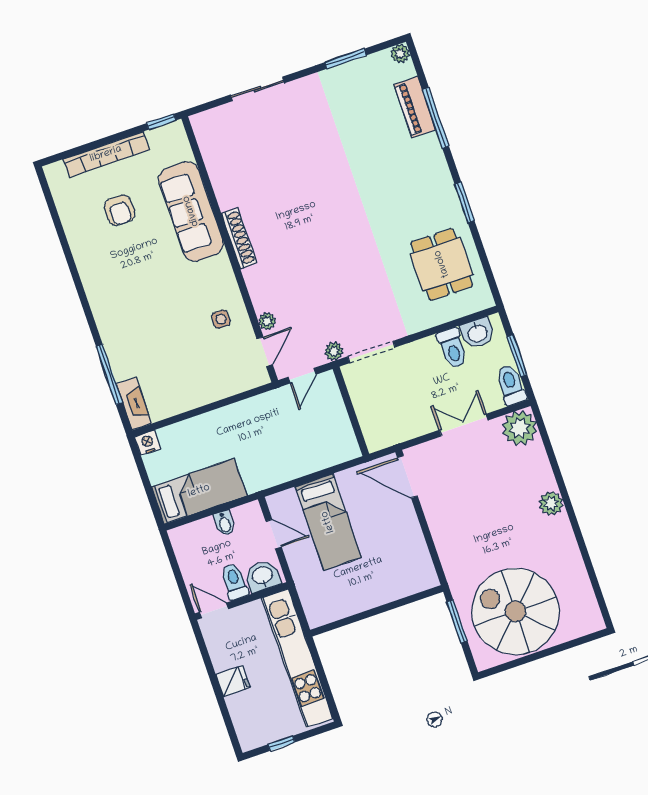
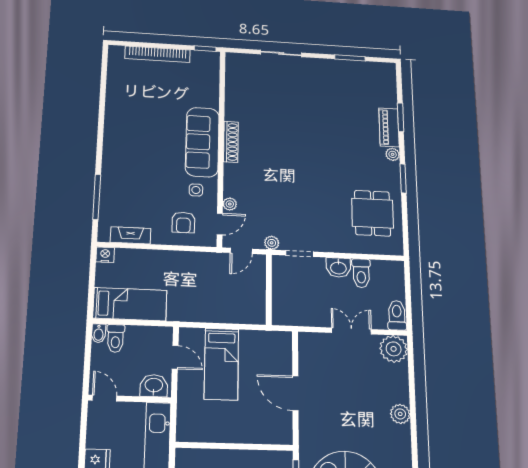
plant: (400, 54) -> (393, 154), moved
piano: (415, 107) -> (389, 127), moved
window: (436, 118) -> (401, 117), width x0.69
armchair: (120, 210) -> (183, 222), moved
sofa: (191, 211) -> (202, 142), moved
washbasin: (477, 333) -> (338, 267), moved
doorway: (371, 352) -> (300, 254), width x0.73
window: (517, 356) -> (408, 296), removed
fireplace: (134, 404) -> (131, 235), moved, turned -90
door: (407, 477) -> (295, 393), moved
bidet: (224, 523) -> (99, 333), moved
toilet: (234, 582) -> (116, 338), moved, turned 180

